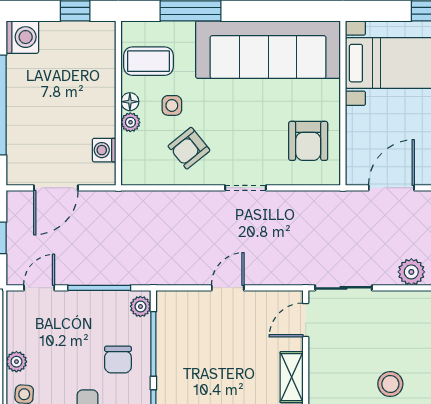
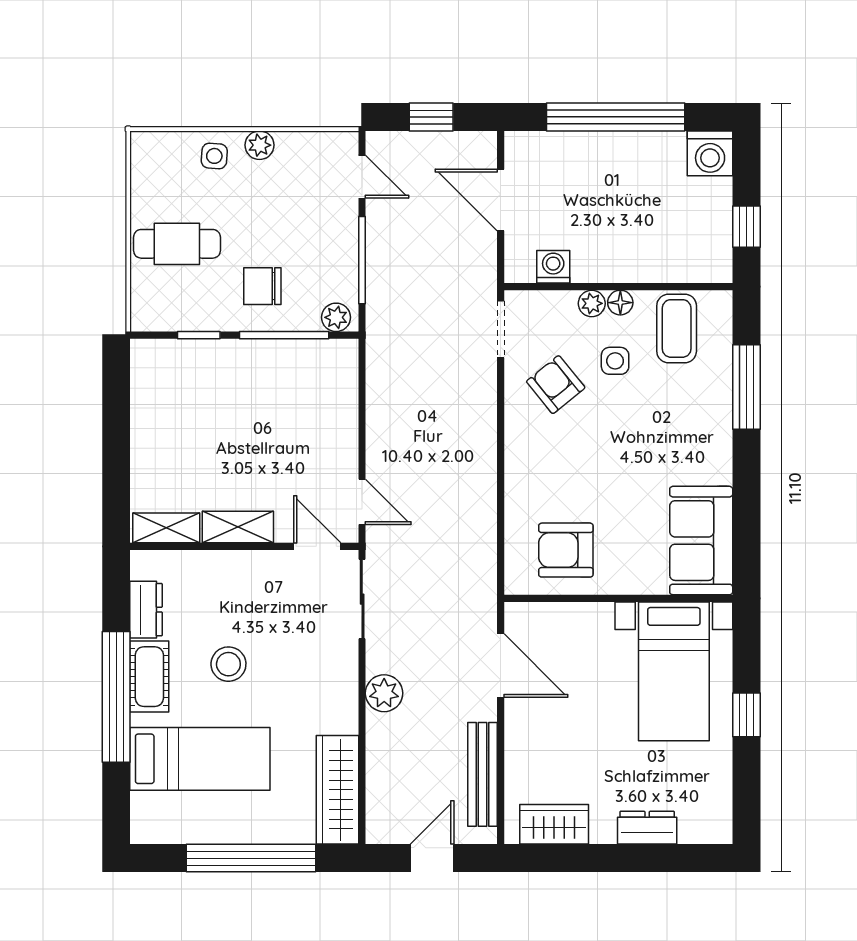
sofa: (268, 50) -> (701, 541), width x0.54, depth x0.79
doorway: (246, 188) -> (501, 329), moved
door: (228, 288) -> (362, 502), moved

